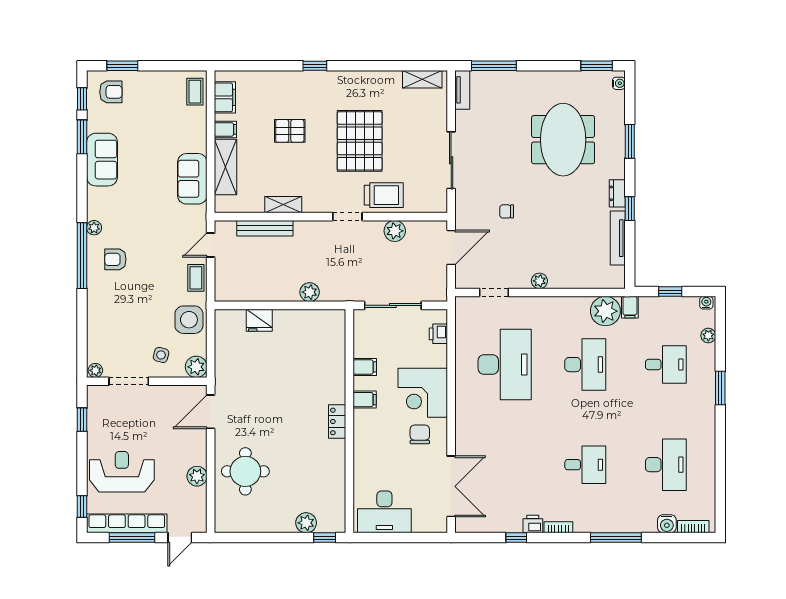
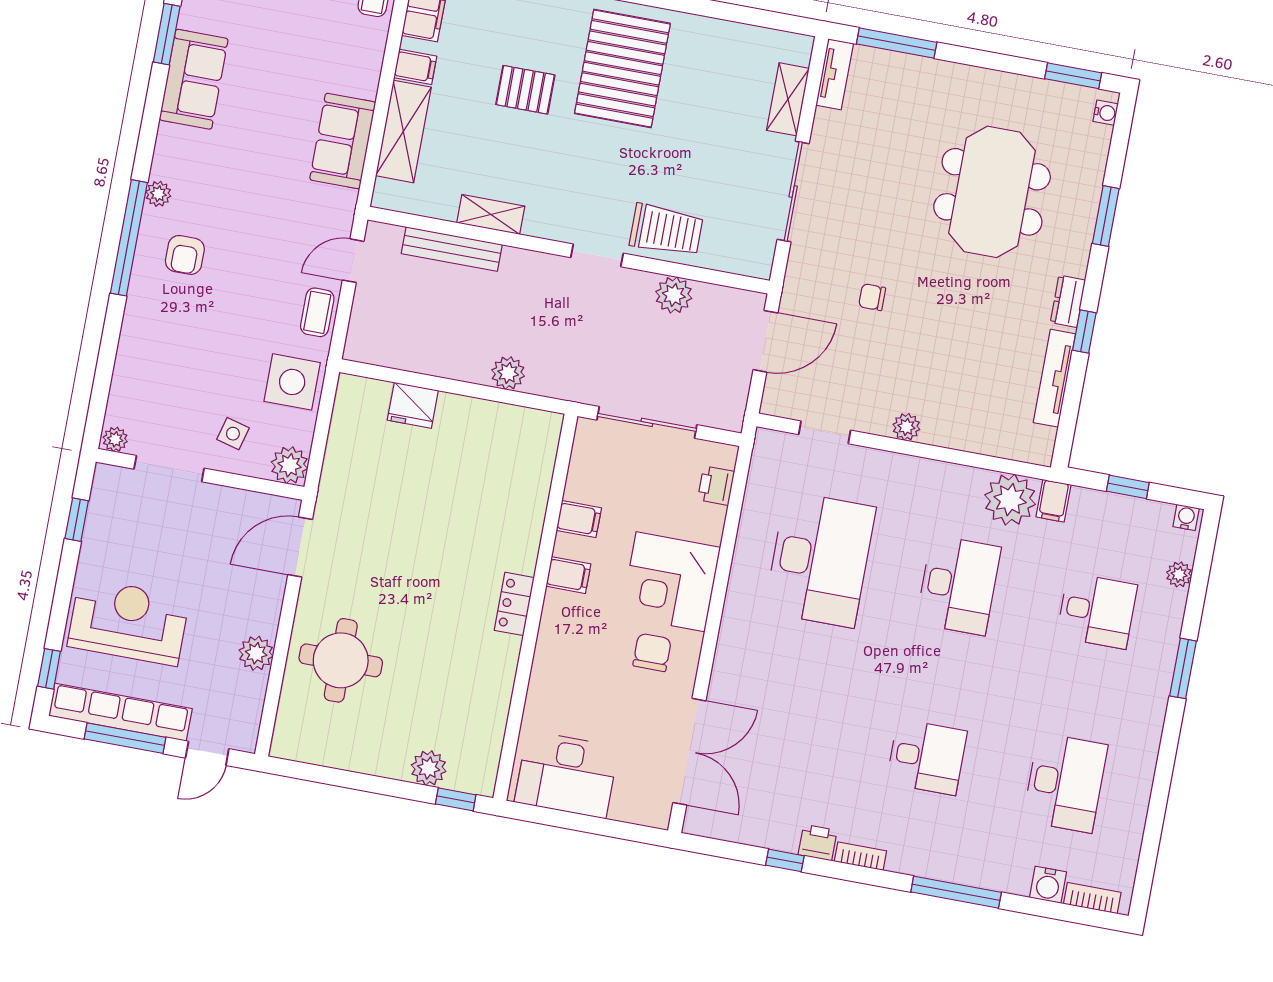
shelving: (422, 79) -> (788, 99), moved, turned 90
pallet: (360, 141) -> (622, 68), moved
armchair: (115, 259) -> (185, 255), turned -90

